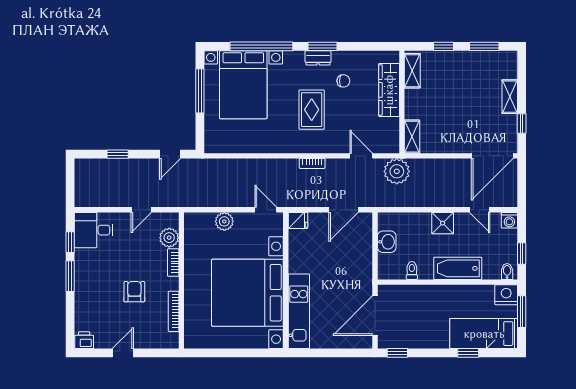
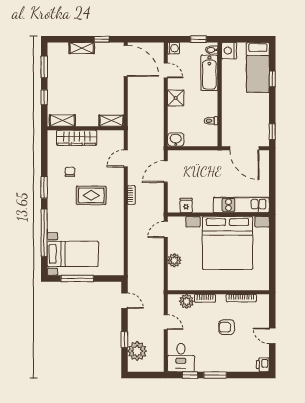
dresser: (318, 58) -> (53, 191), removed
bed with nightstands: (243, 85) -> (73, 254), width x0.73
plant: (397, 171) -> (137, 351), moved
door: (343, 210) -> (166, 172), swing flipped
door: (480, 210) -> (166, 70), hinge flipped
fridge: (298, 220) -> (186, 205), moved
washbasin: (387, 242) -> (176, 139), moved
bathtub: (458, 268) -> (209, 73), moved
window: (522, 312) -> (241, 39), removed

